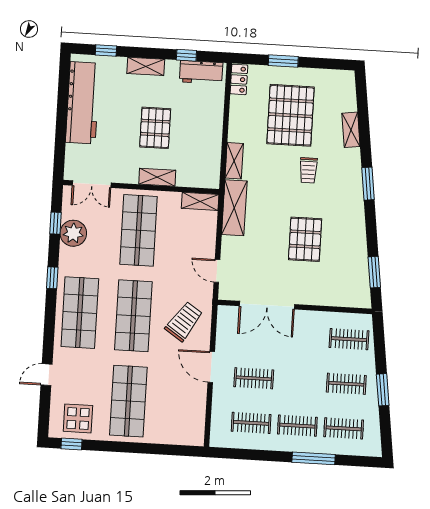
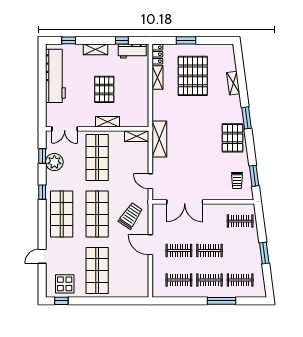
shelving: (234, 161) -> (157, 77), moved
trolley: (308, 170) -> (237, 180), moved
pallet: (305, 239) -> (232, 138), moved
clothes rail: (346, 384) -> (209, 251), moved

